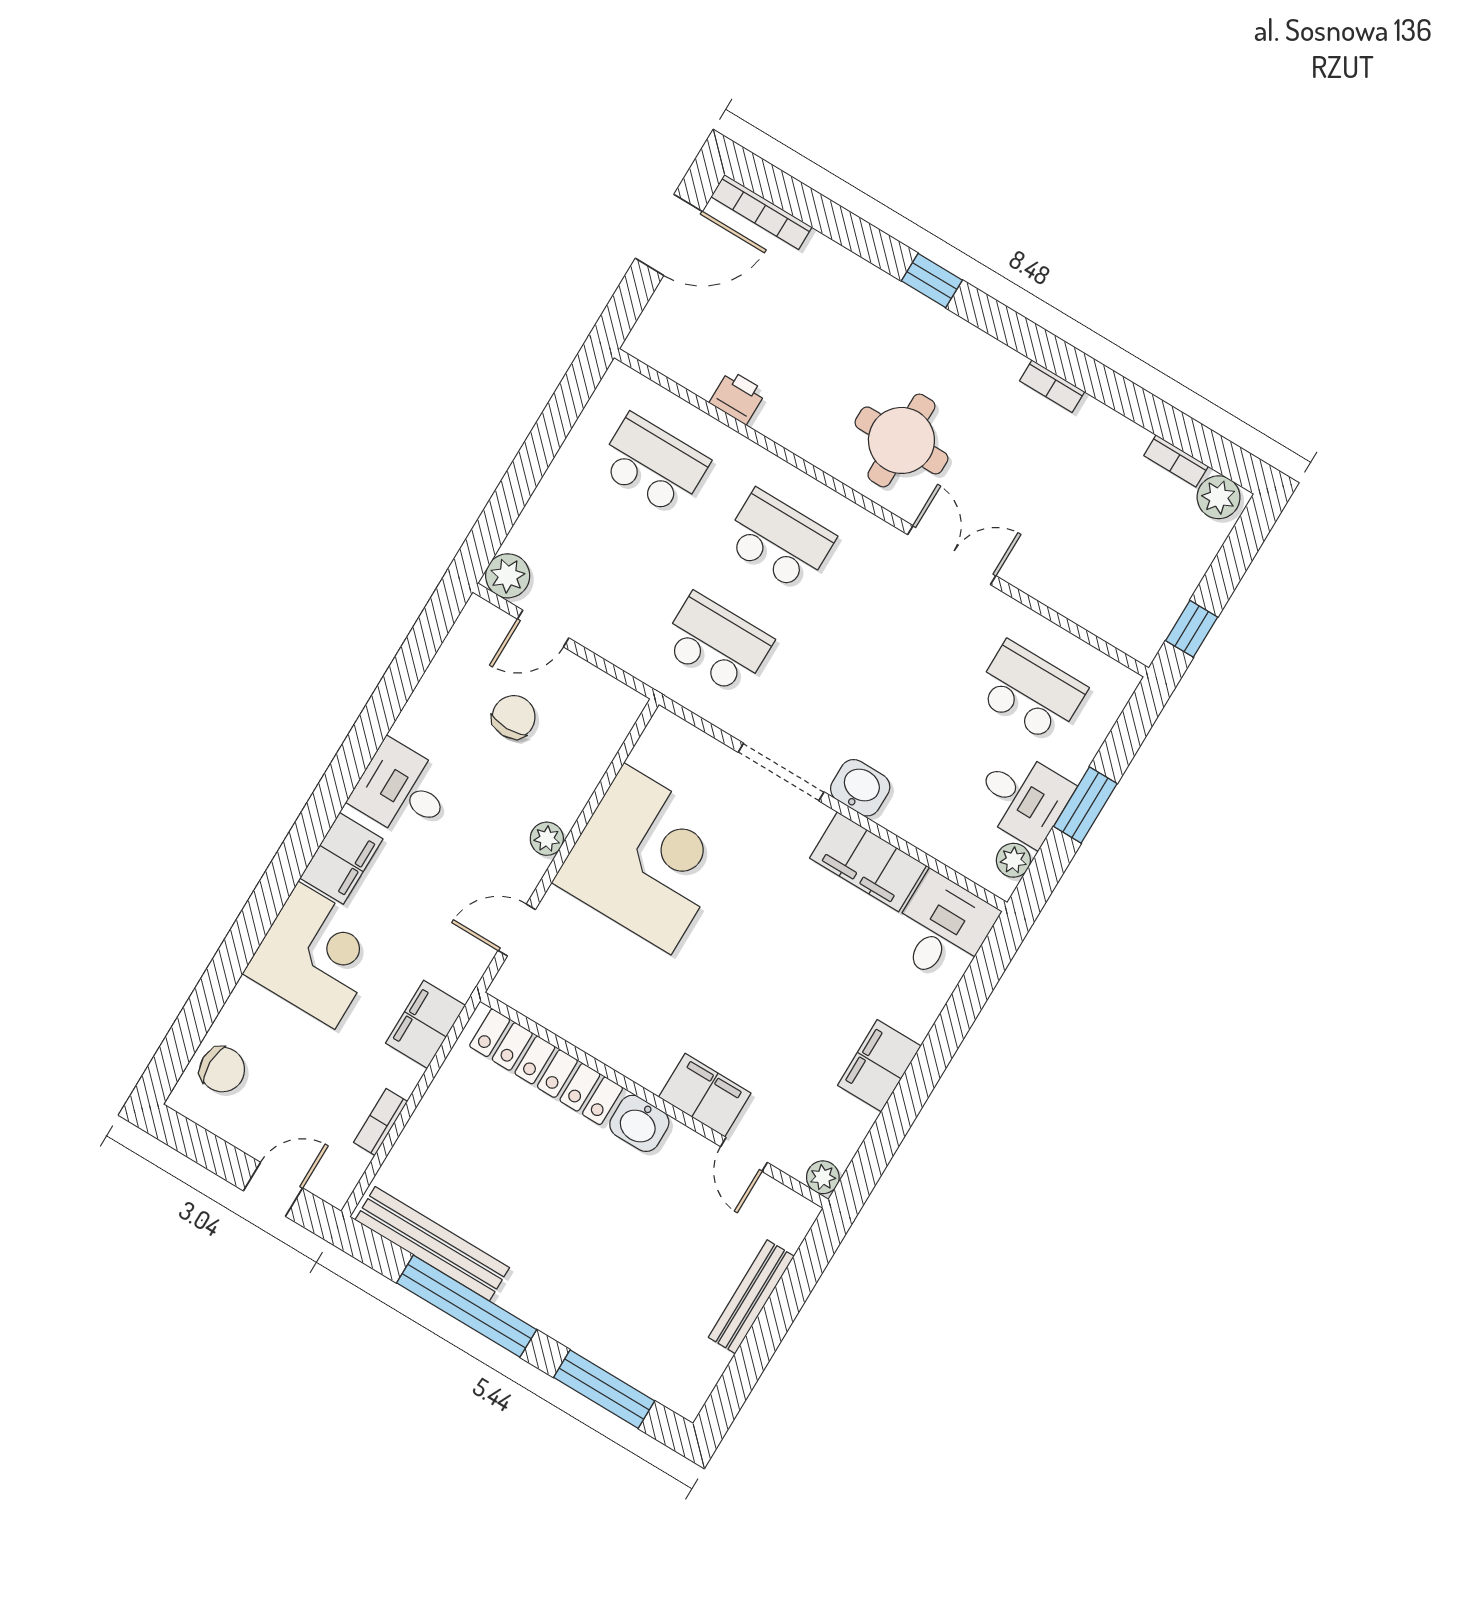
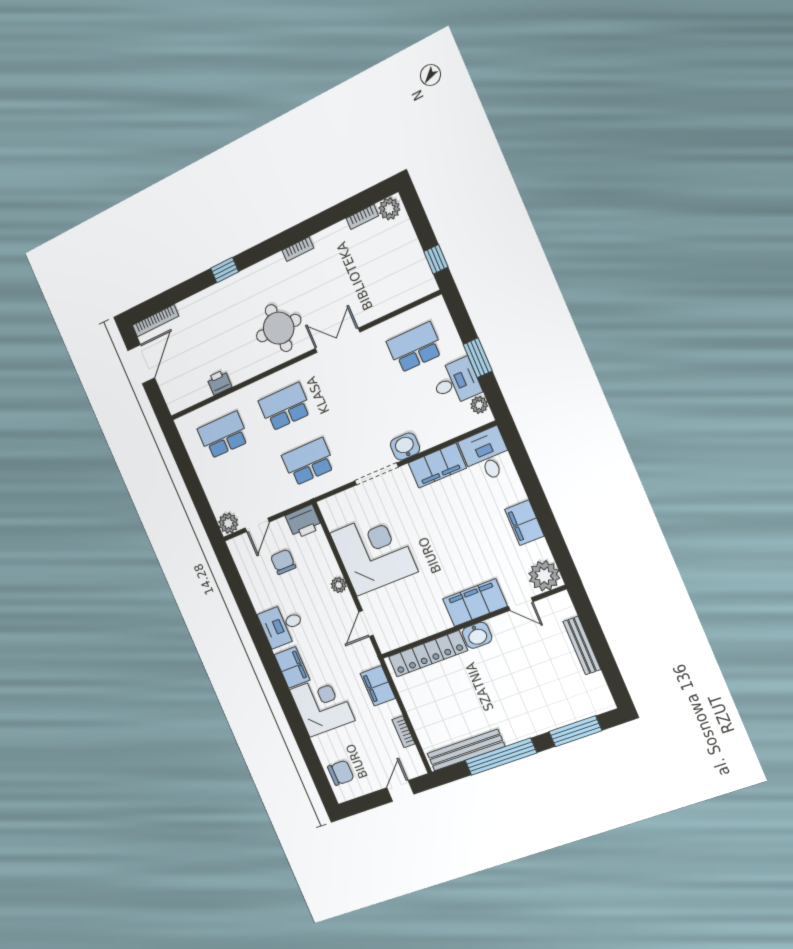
printer: (609, 705) -> (304, 522), added
filing cabinet: (705, 1095) -> (475, 603), width x1.50, depth x1.17
plant: (823, 1177) -> (544, 576), width x1.88, depth x1.88

